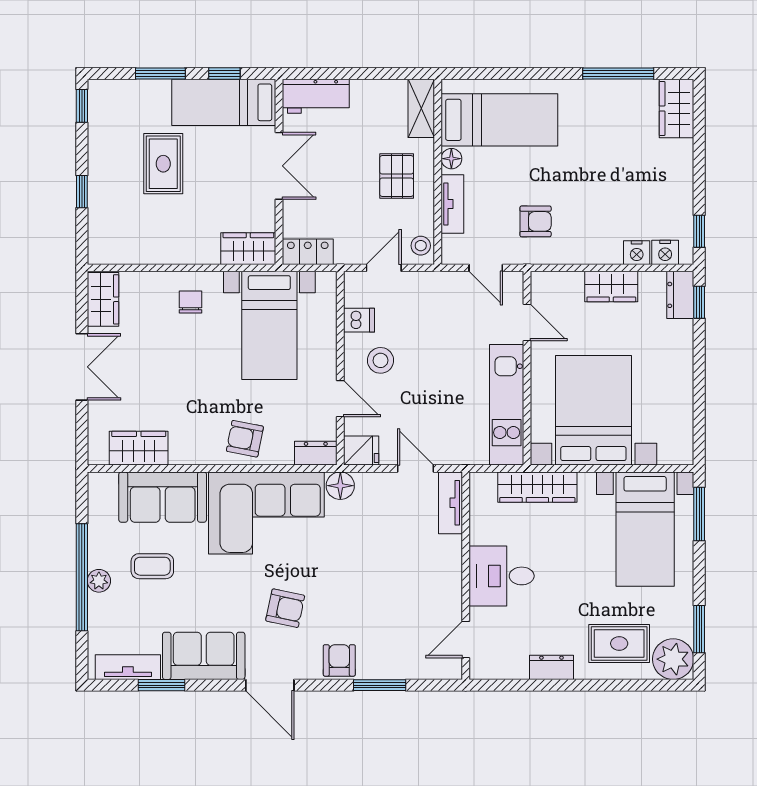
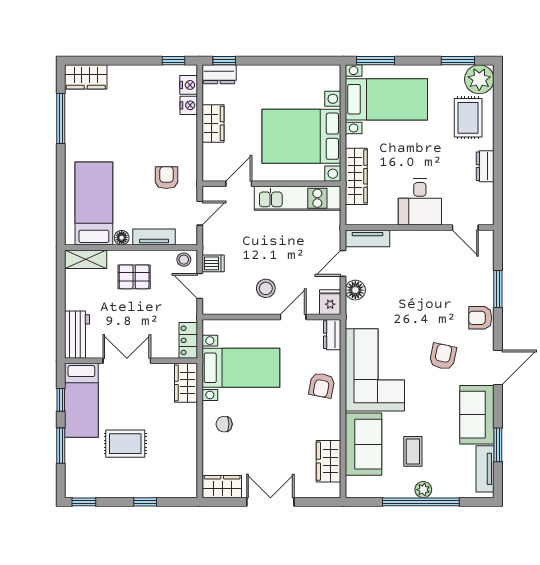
dishwasher: (359, 320) -> (213, 263), moved, turned 90
floor lamp: (340, 486) -> (355, 290), moved

